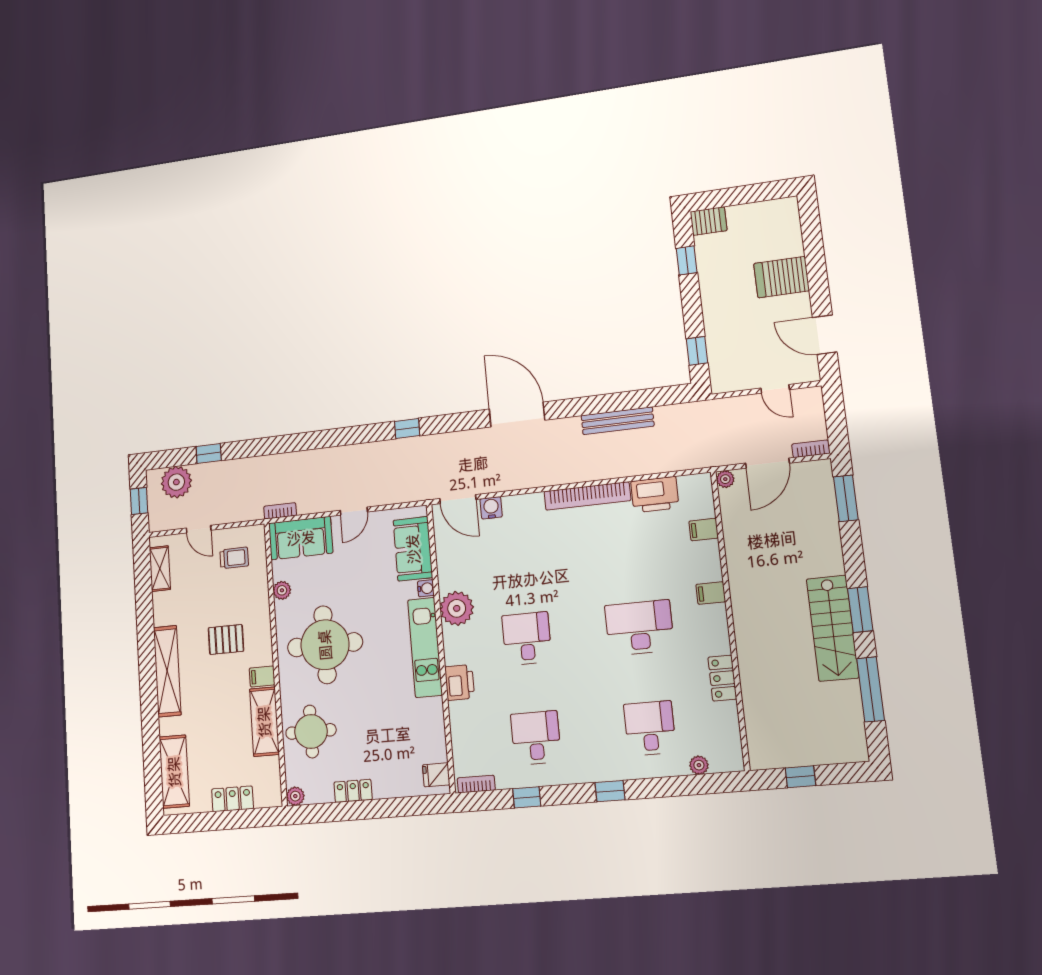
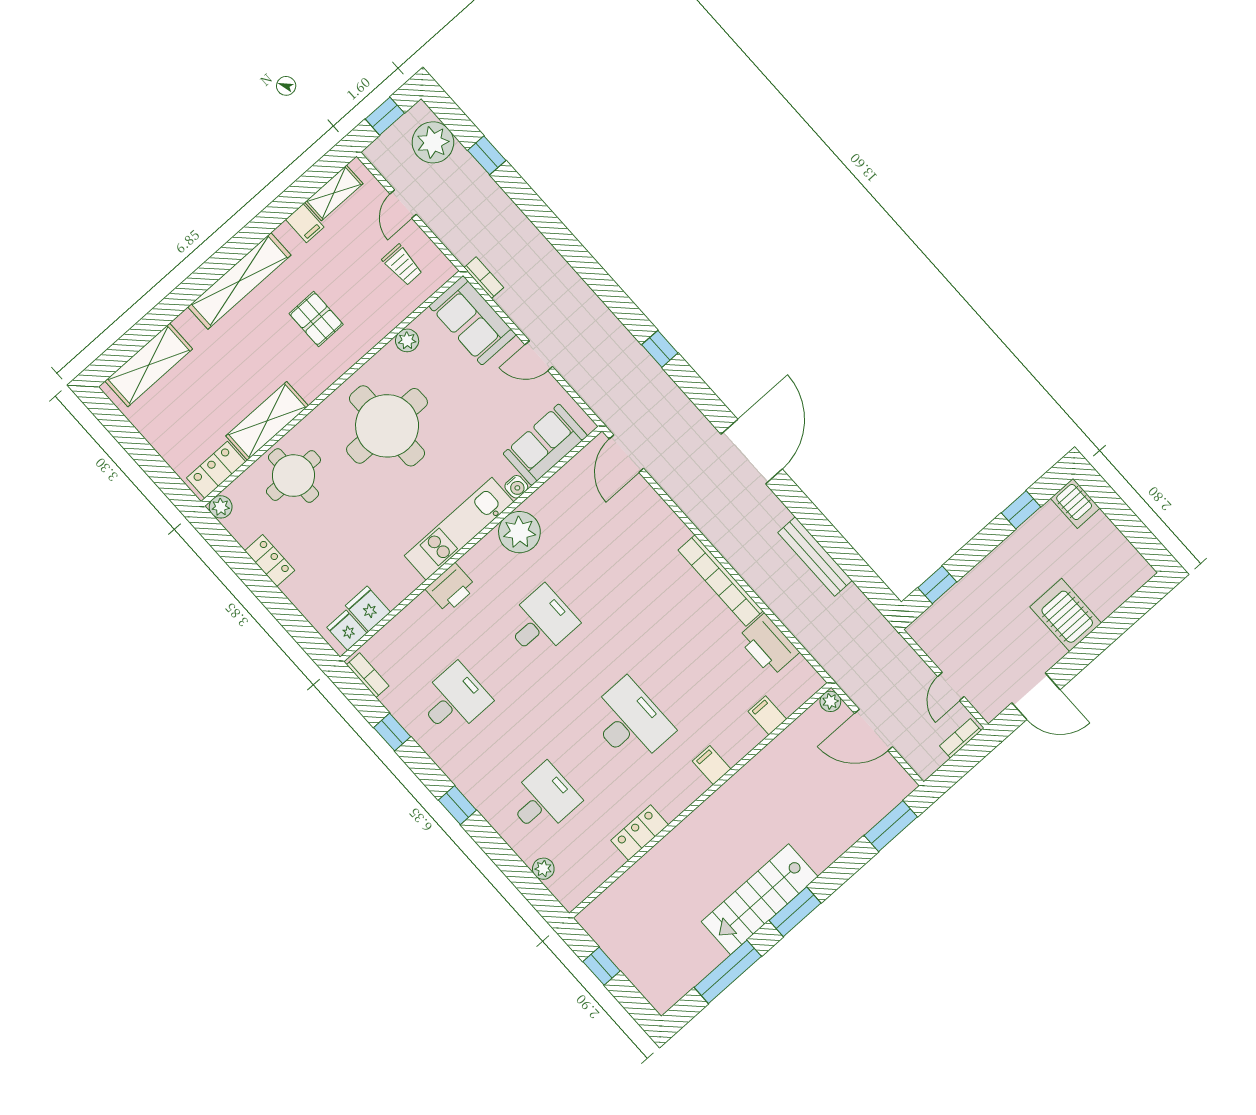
door: (825, 335) -> (1036, 696), swing flipped
bookcase: (811, 449) -> (960, 738), moved, turned -90
water cooler: (491, 508) -> (642, 494), removed
filing cabinet: (262, 676) -> (305, 223), moved, turned 180
fridge: (432, 749) -> (368, 609), added
locker: (233, 799) -> (216, 470), moved, turned -90

